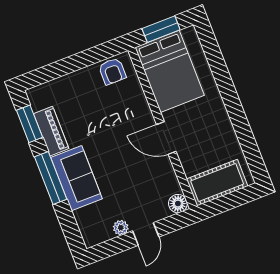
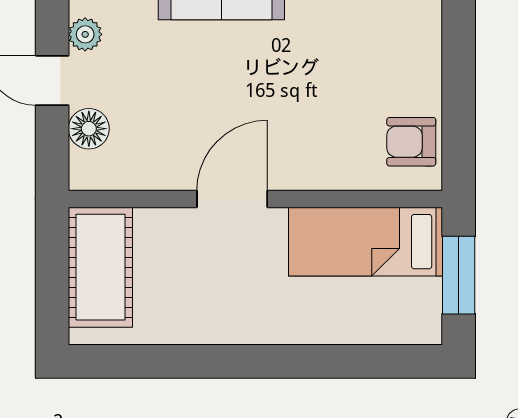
bed: (170, 71) -> (365, 242), width x0.67
floor lamp: (178, 204) -> (89, 129), moved

